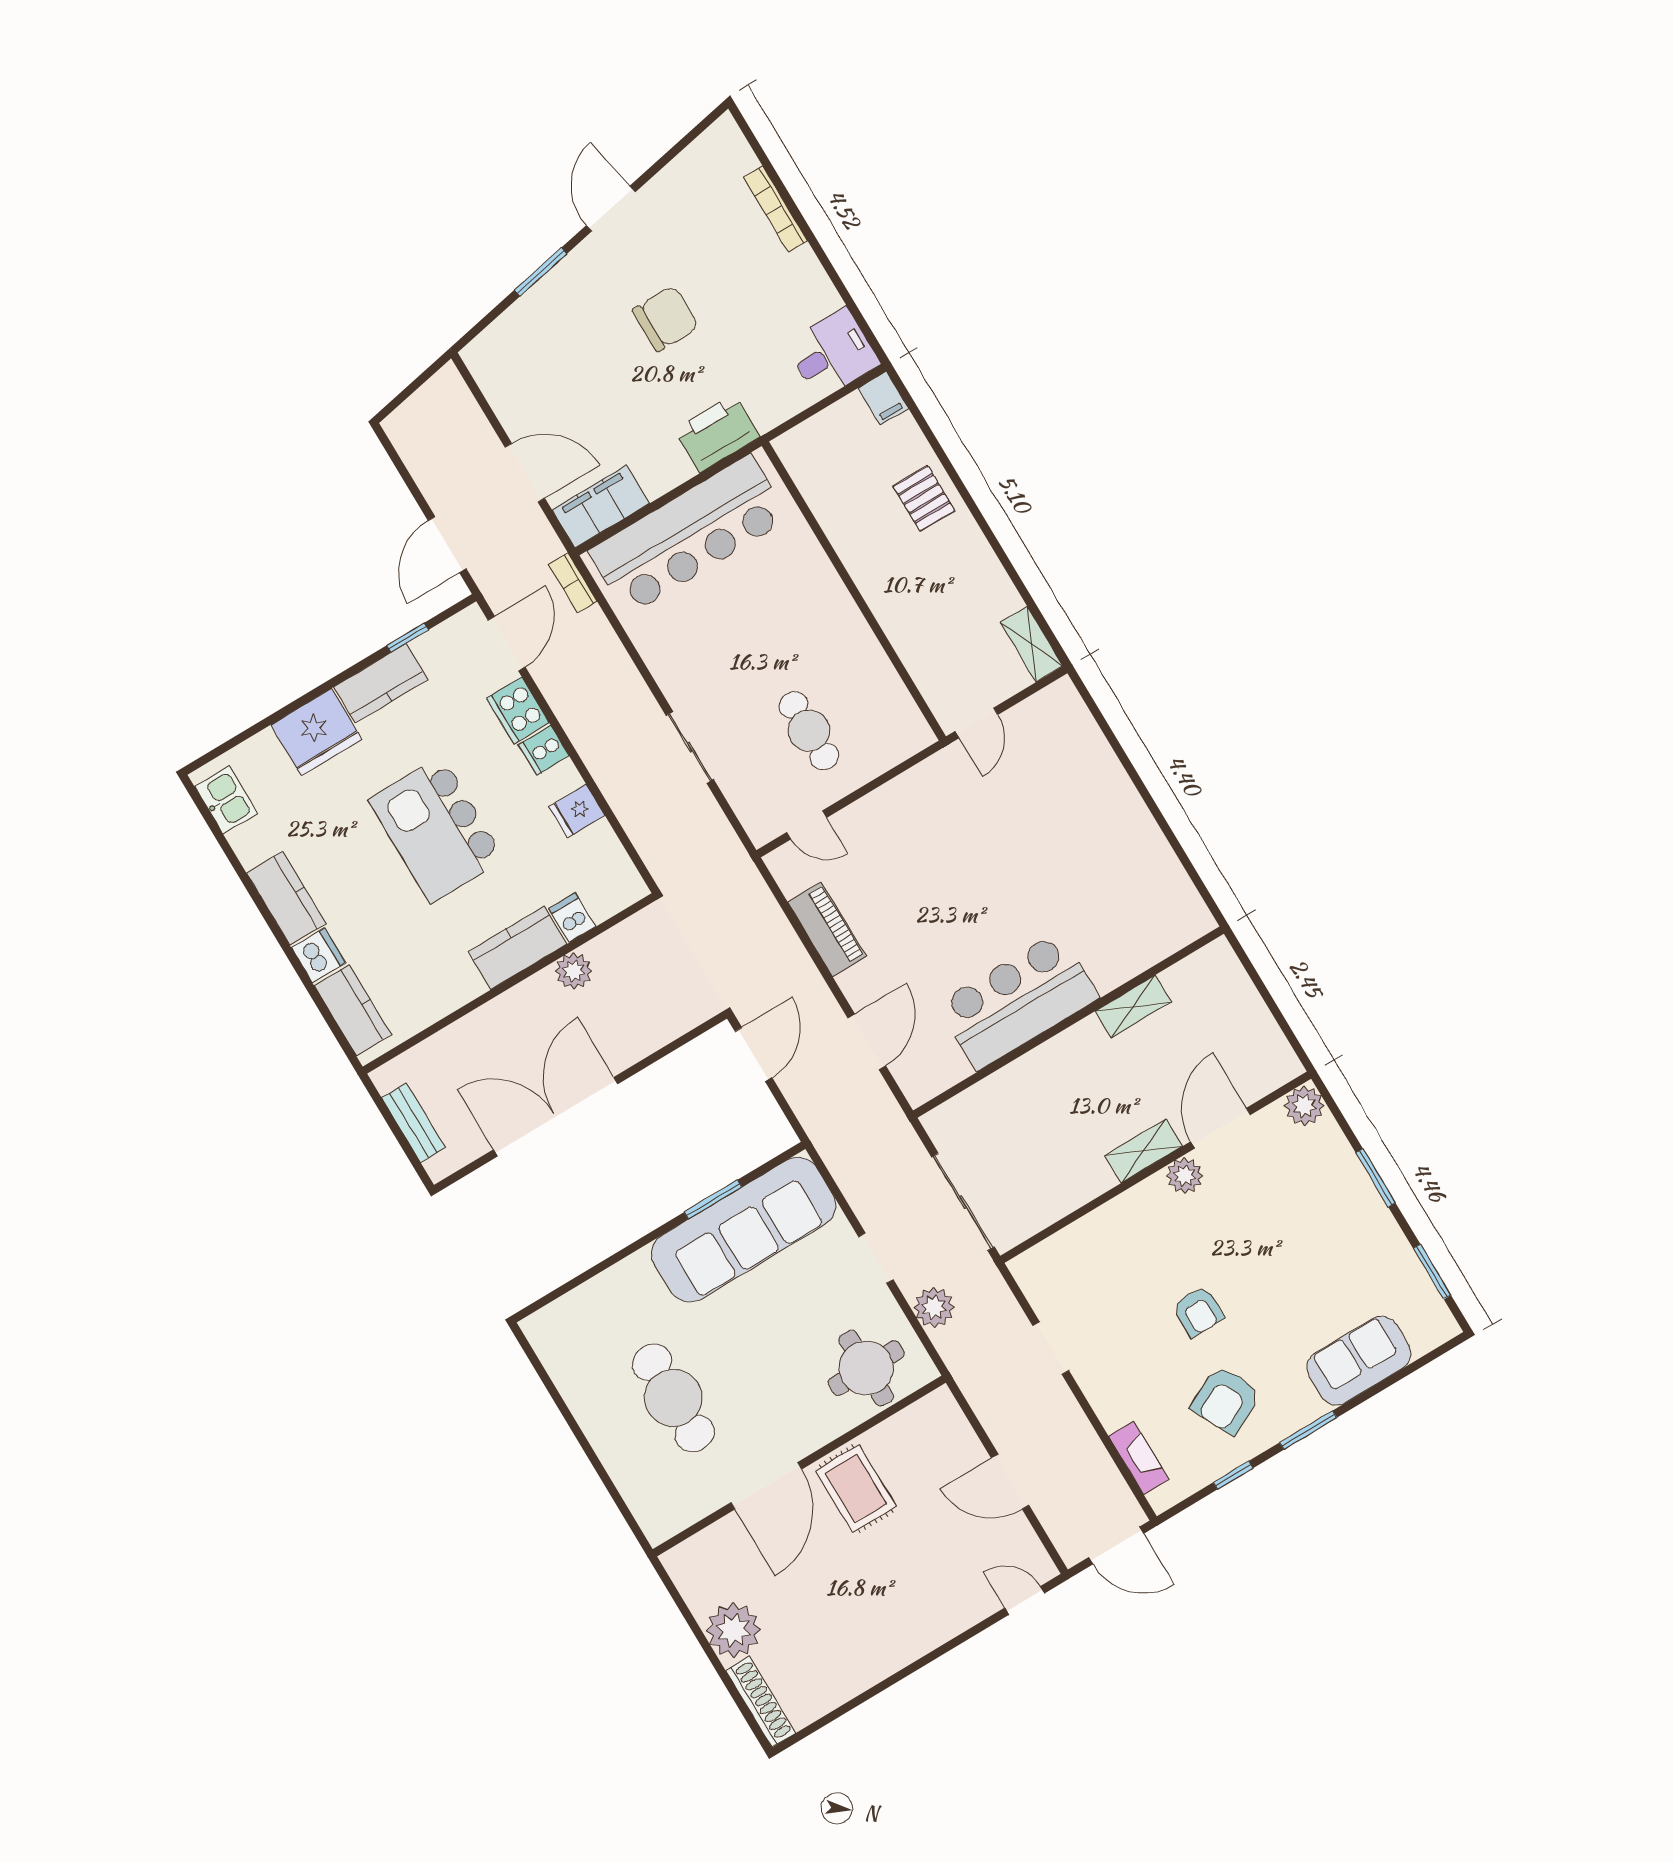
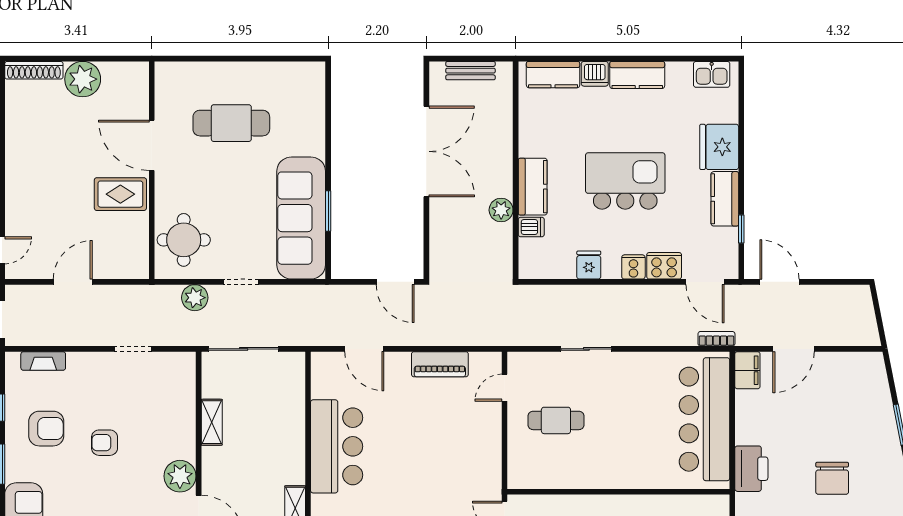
filing cabinet: (601, 507) -> (747, 370), width x0.67, depth x0.86
shelving: (1144, 1151) -> (212, 422), moved
plant: (1185, 1176) -> (180, 476), width x1.36, depth x1.36
armchair: (1226, 1400) -> (46, 429), turned 117

